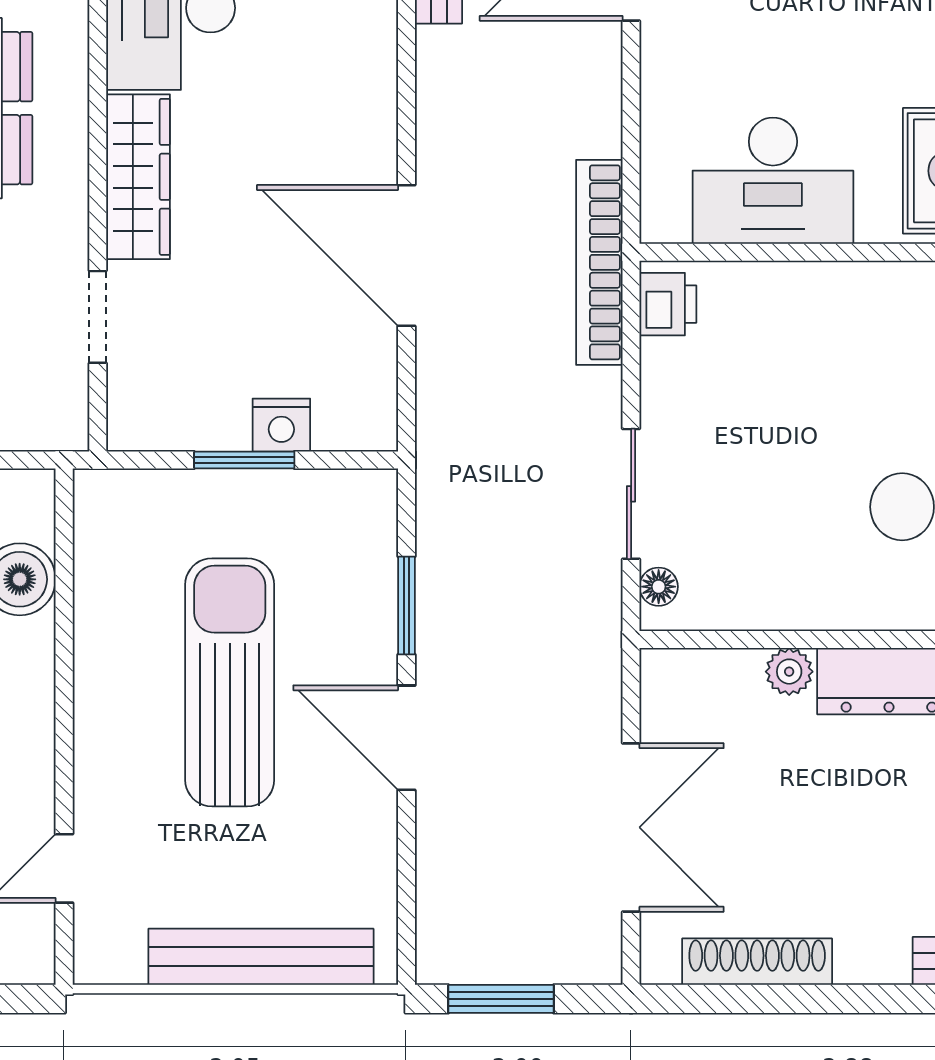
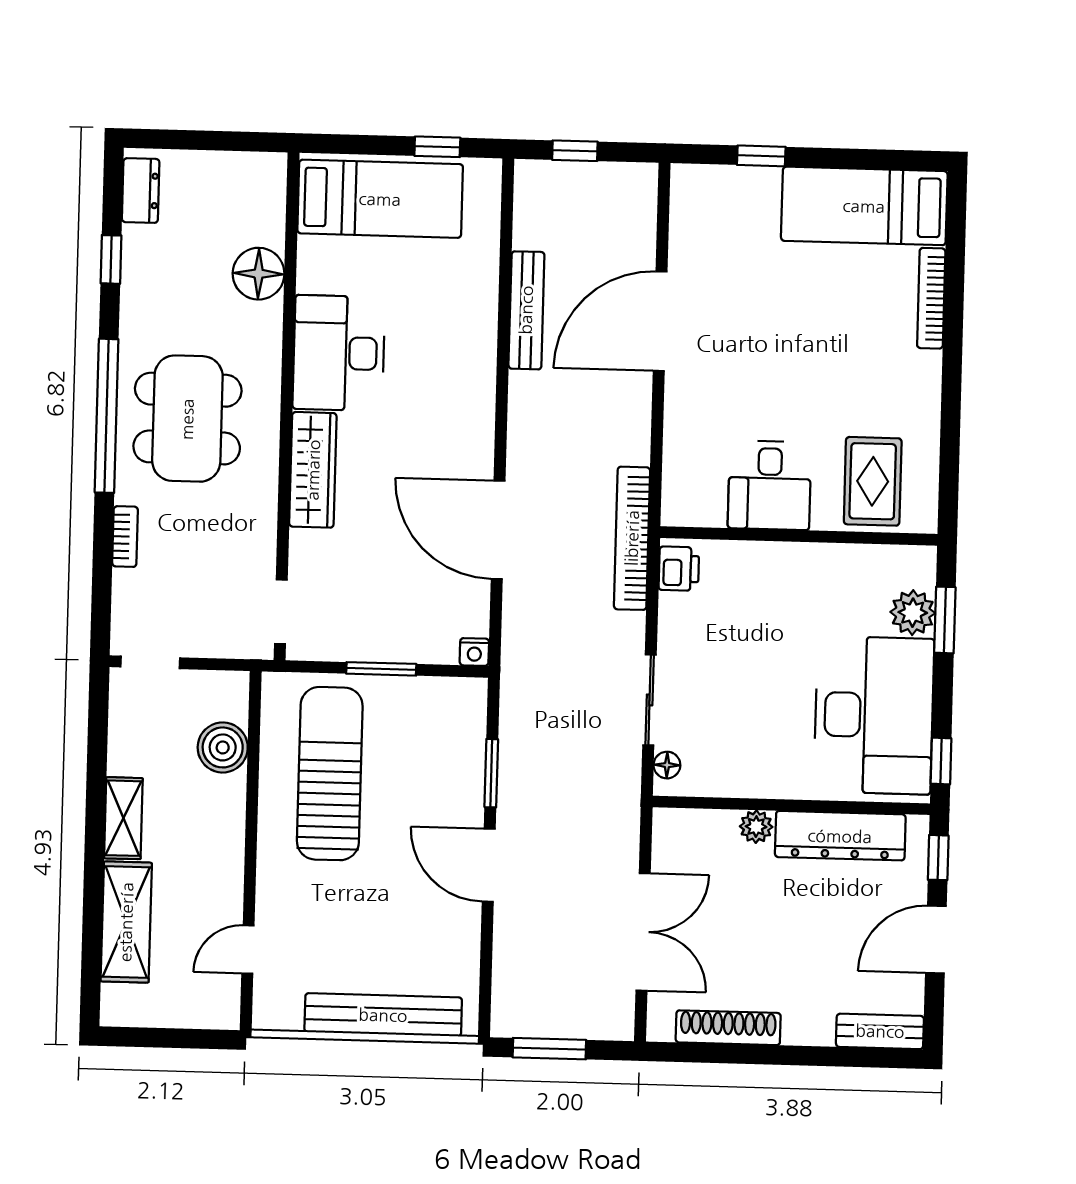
desk: (773, 181) -> (770, 485), width x0.73
doorway: (98, 317) -> (281, 612), moved
nightstand: (281, 425) -> (474, 652), moved, width x0.72, depth x0.74
sun lounger: (230, 682) -> (330, 774), moved

